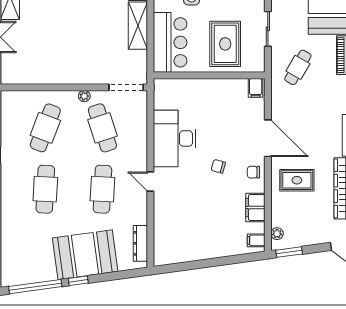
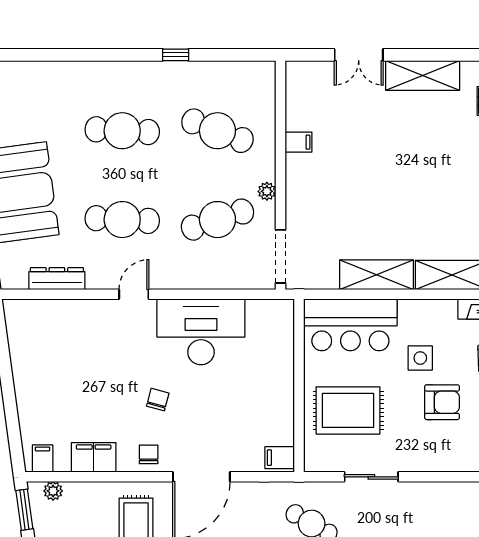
filing cabinet: (53, 76) -> (299, 142), added
dresser: (140, 243) -> (57, 279), moved

